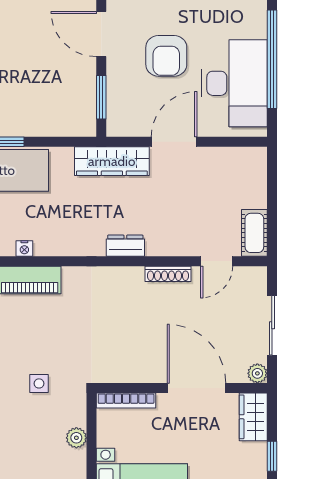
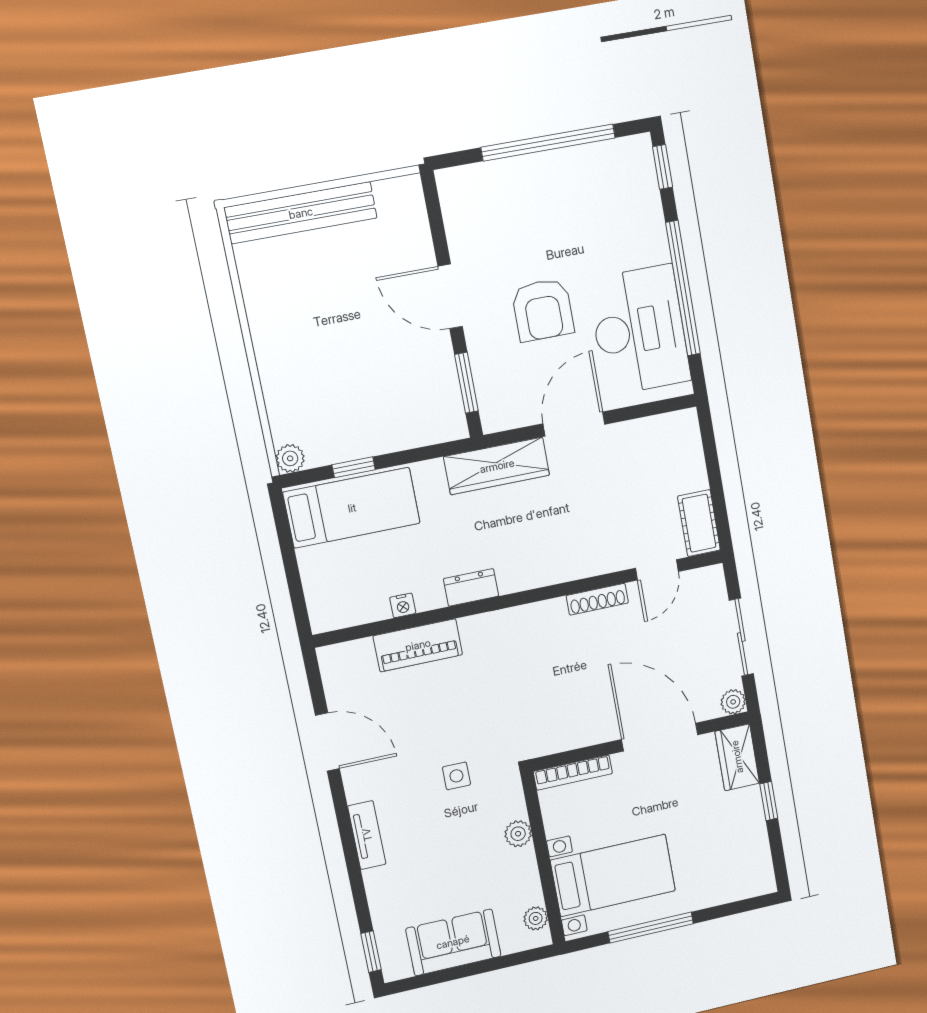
dresser: (125, 246) -> (471, 587), moved

